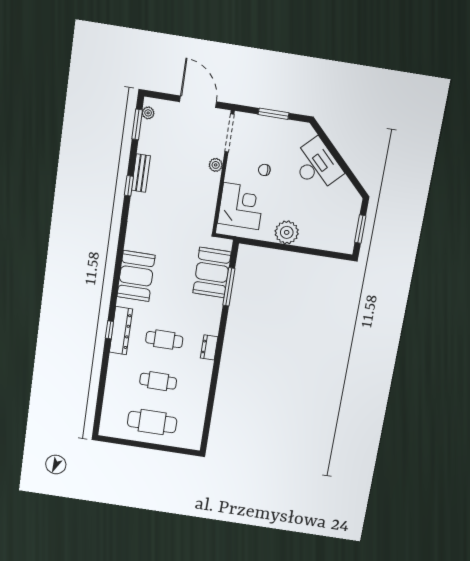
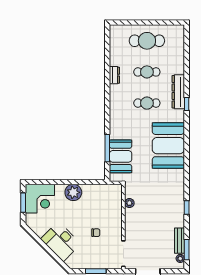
plant: (216, 165) -> (129, 203), moved
bench: (141, 173) -> (180, 241), moved
corner desk: (241, 206) -> (40, 199), moved, turned -90
booth: (136, 276) -> (168, 146), width x1.36, depth x1.42
dresser: (121, 331) -> (178, 92), moved
dresser: (209, 347) -> (114, 75), moved

